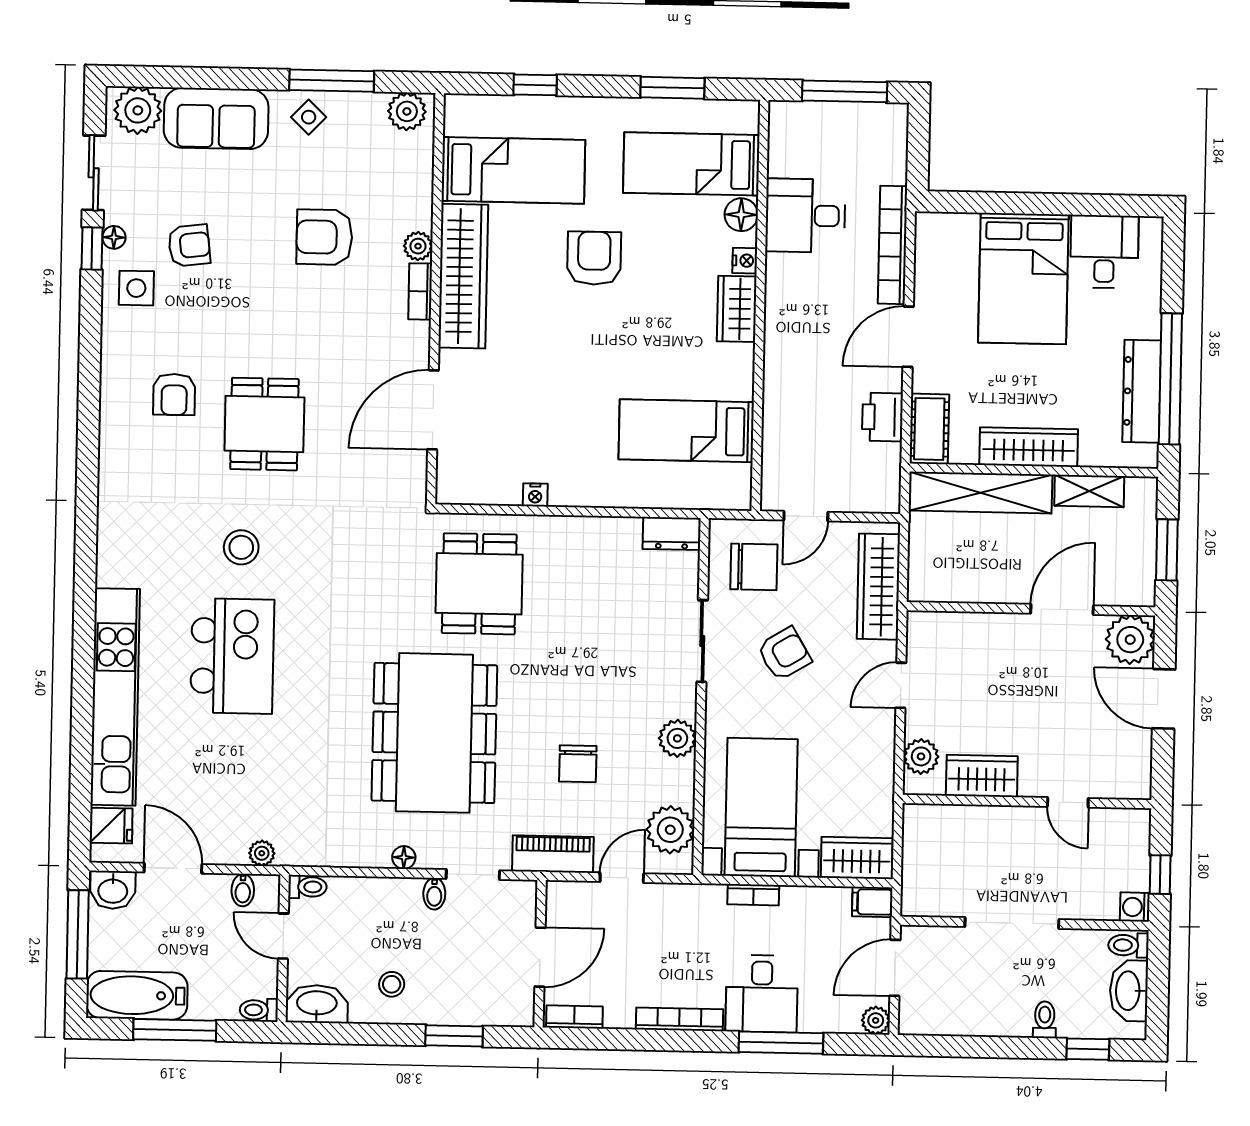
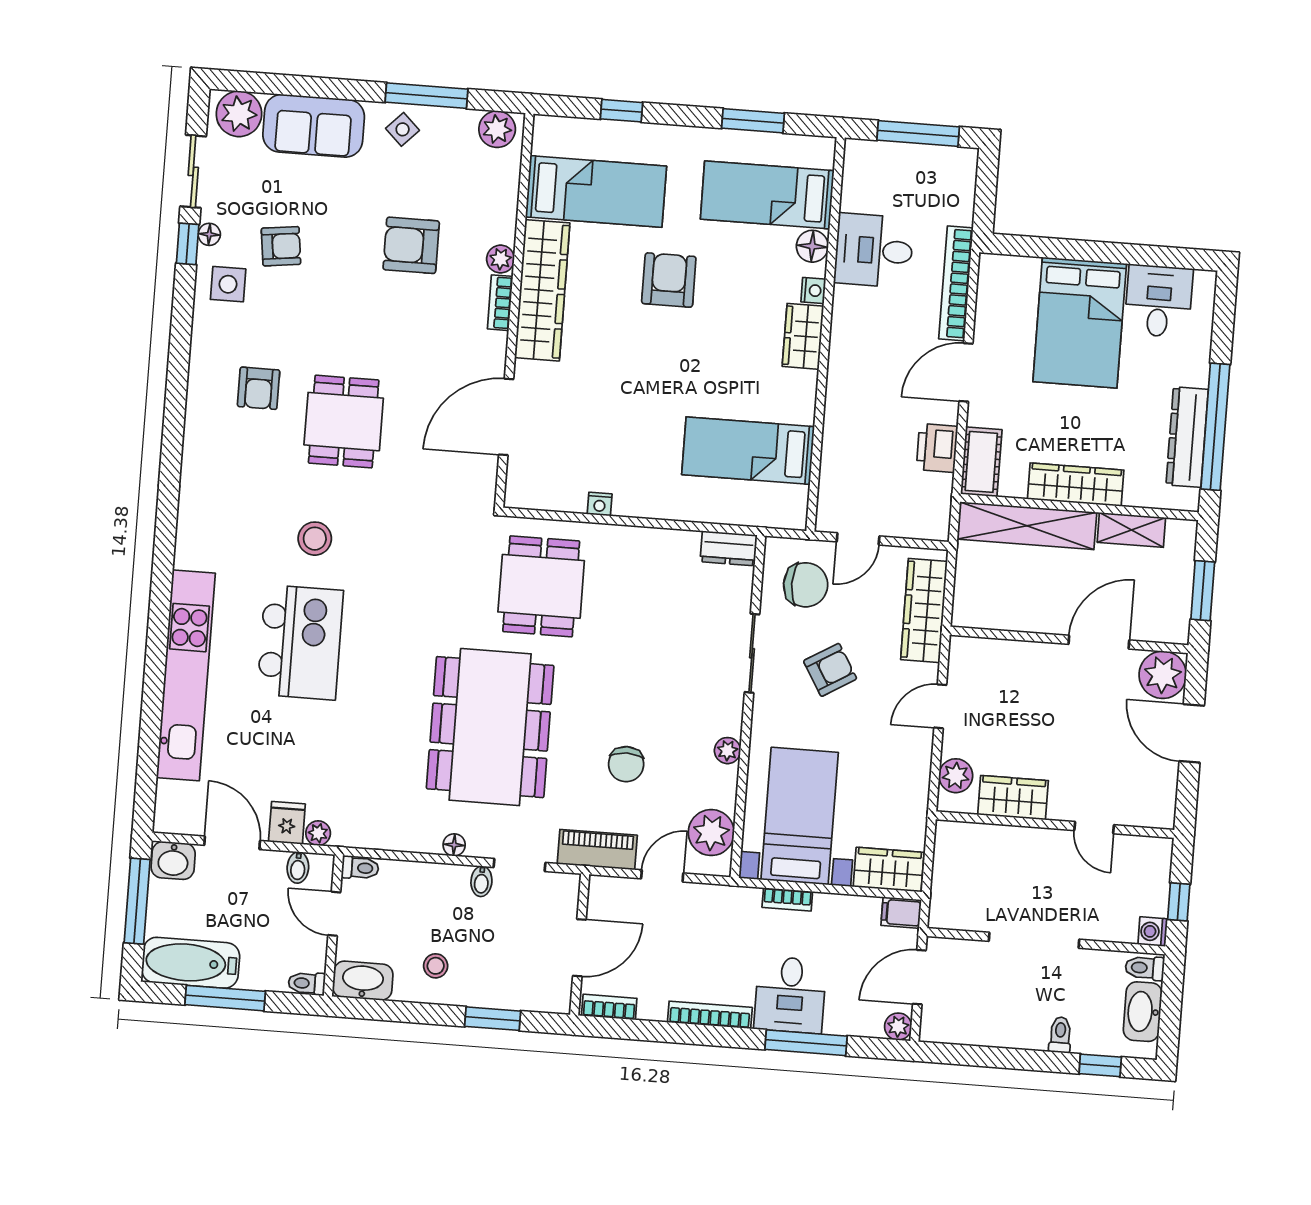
plant: (677, 738) -> (727, 751), width x0.73, depth x0.73
fridge: (111, 826) -> (287, 823), moved, turned -90

